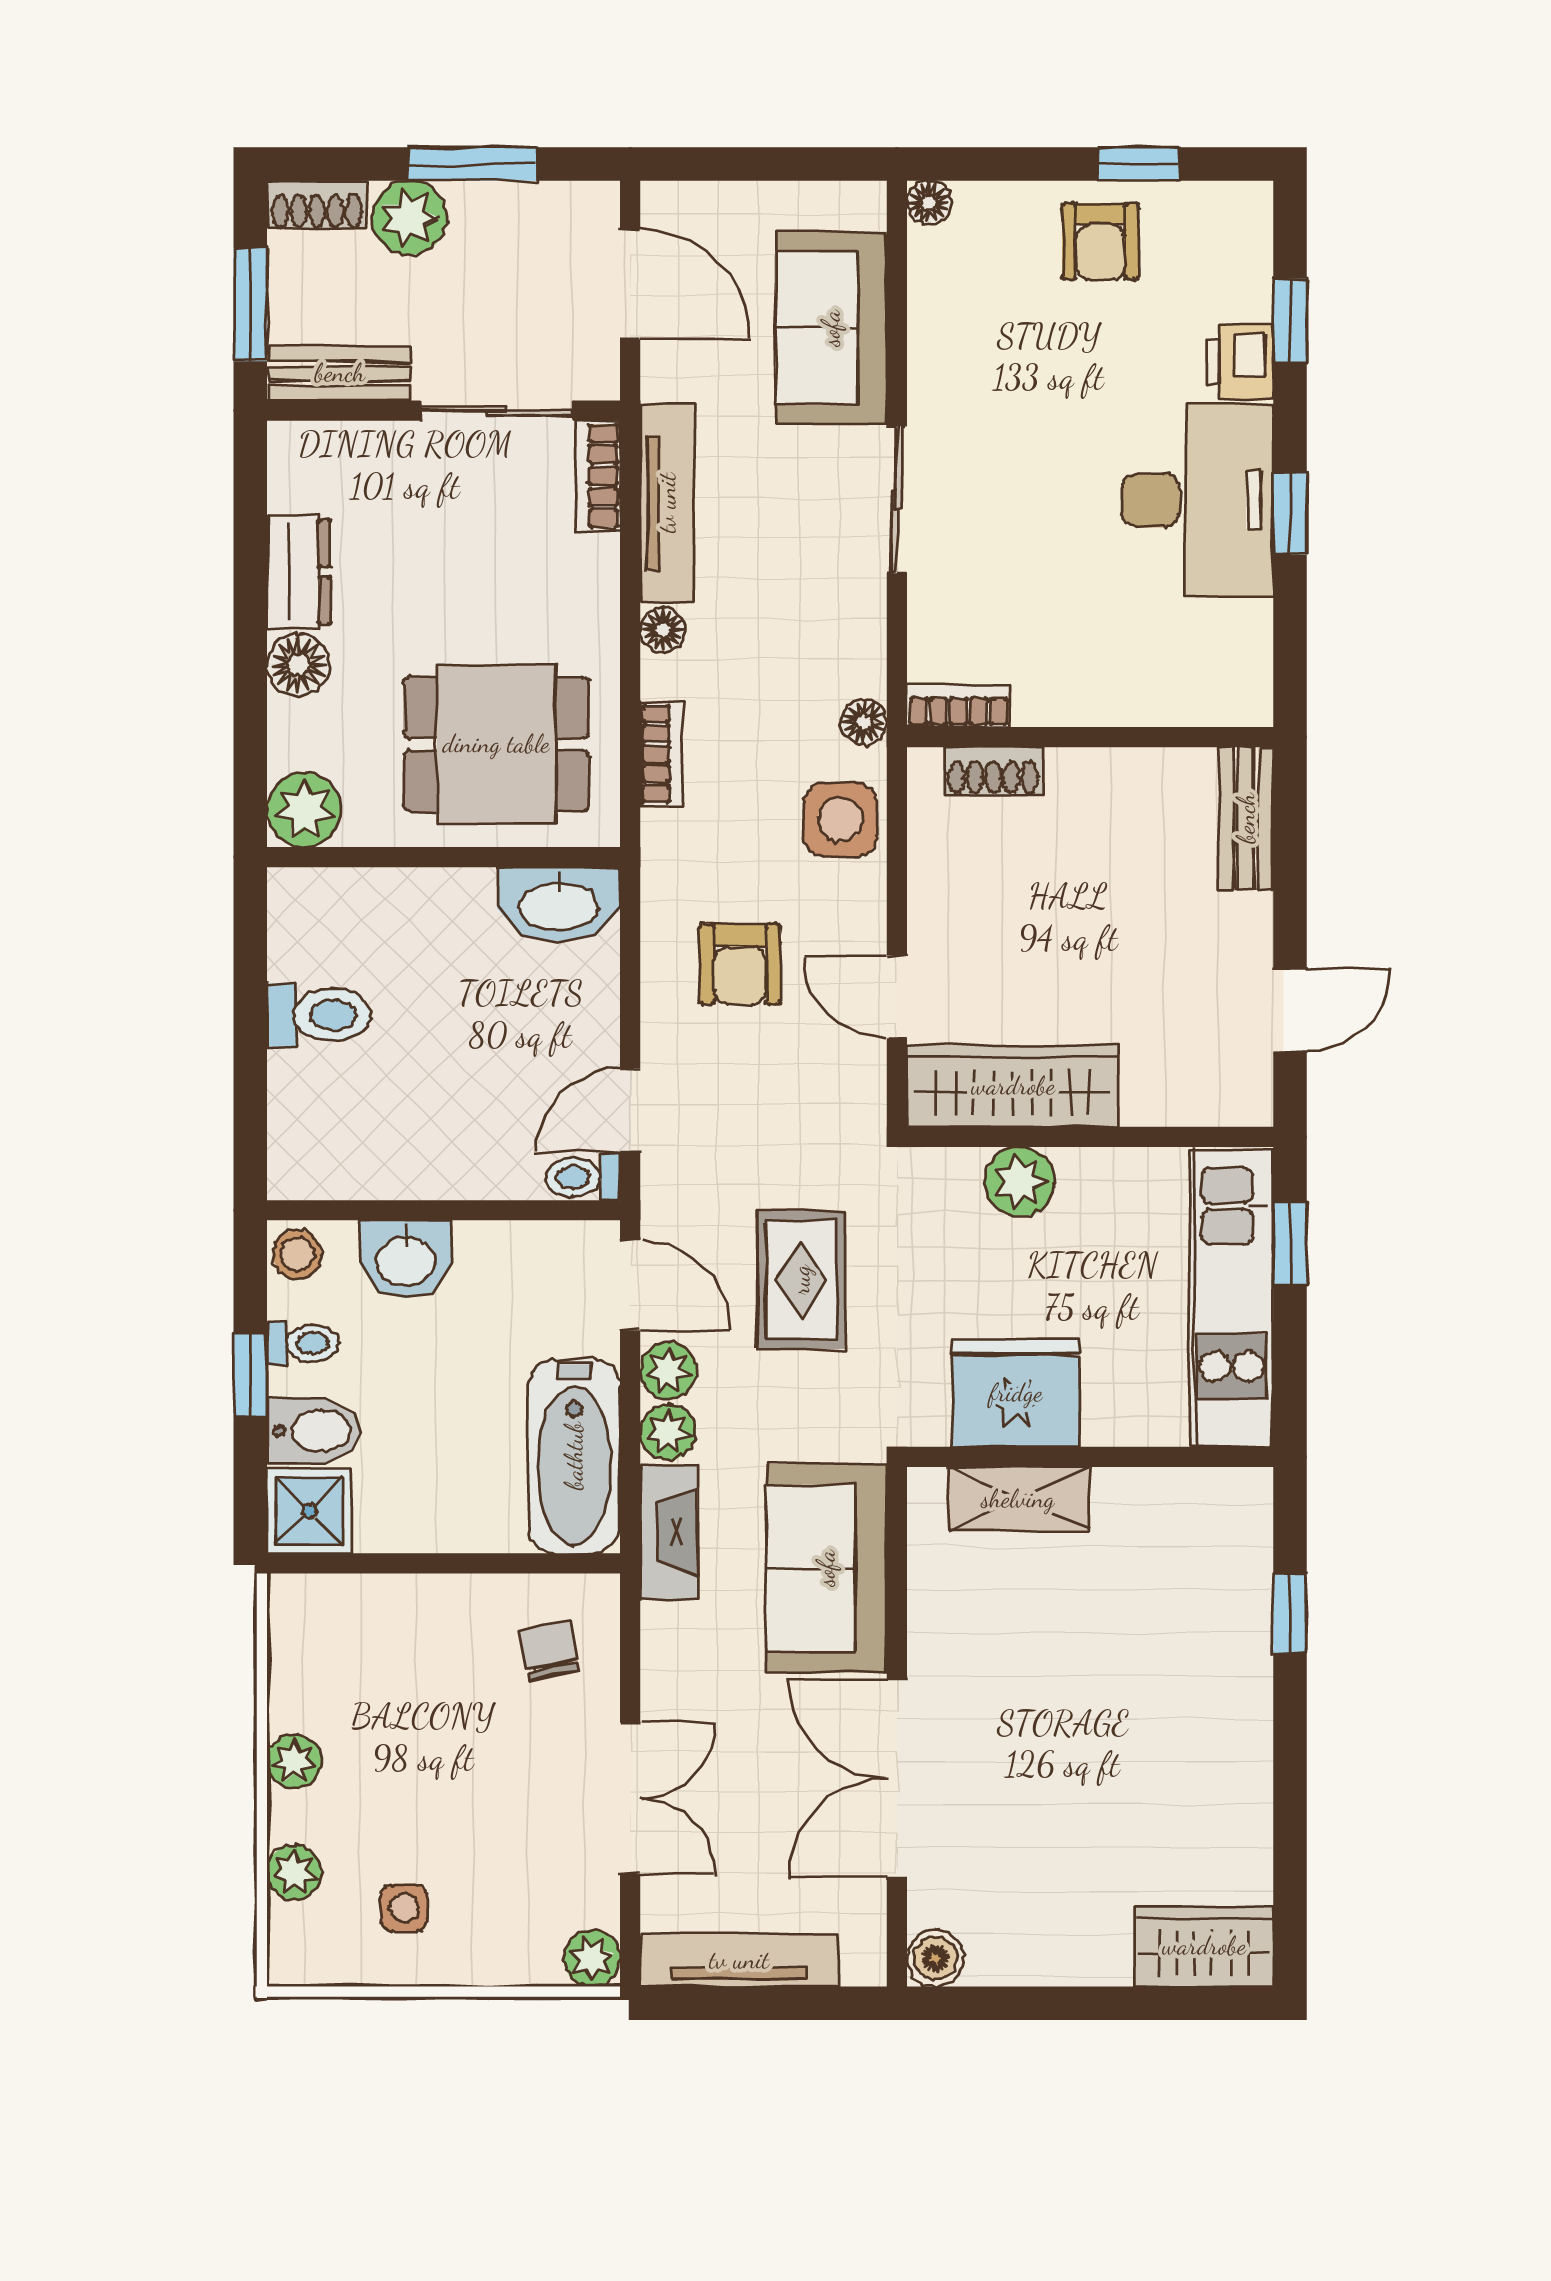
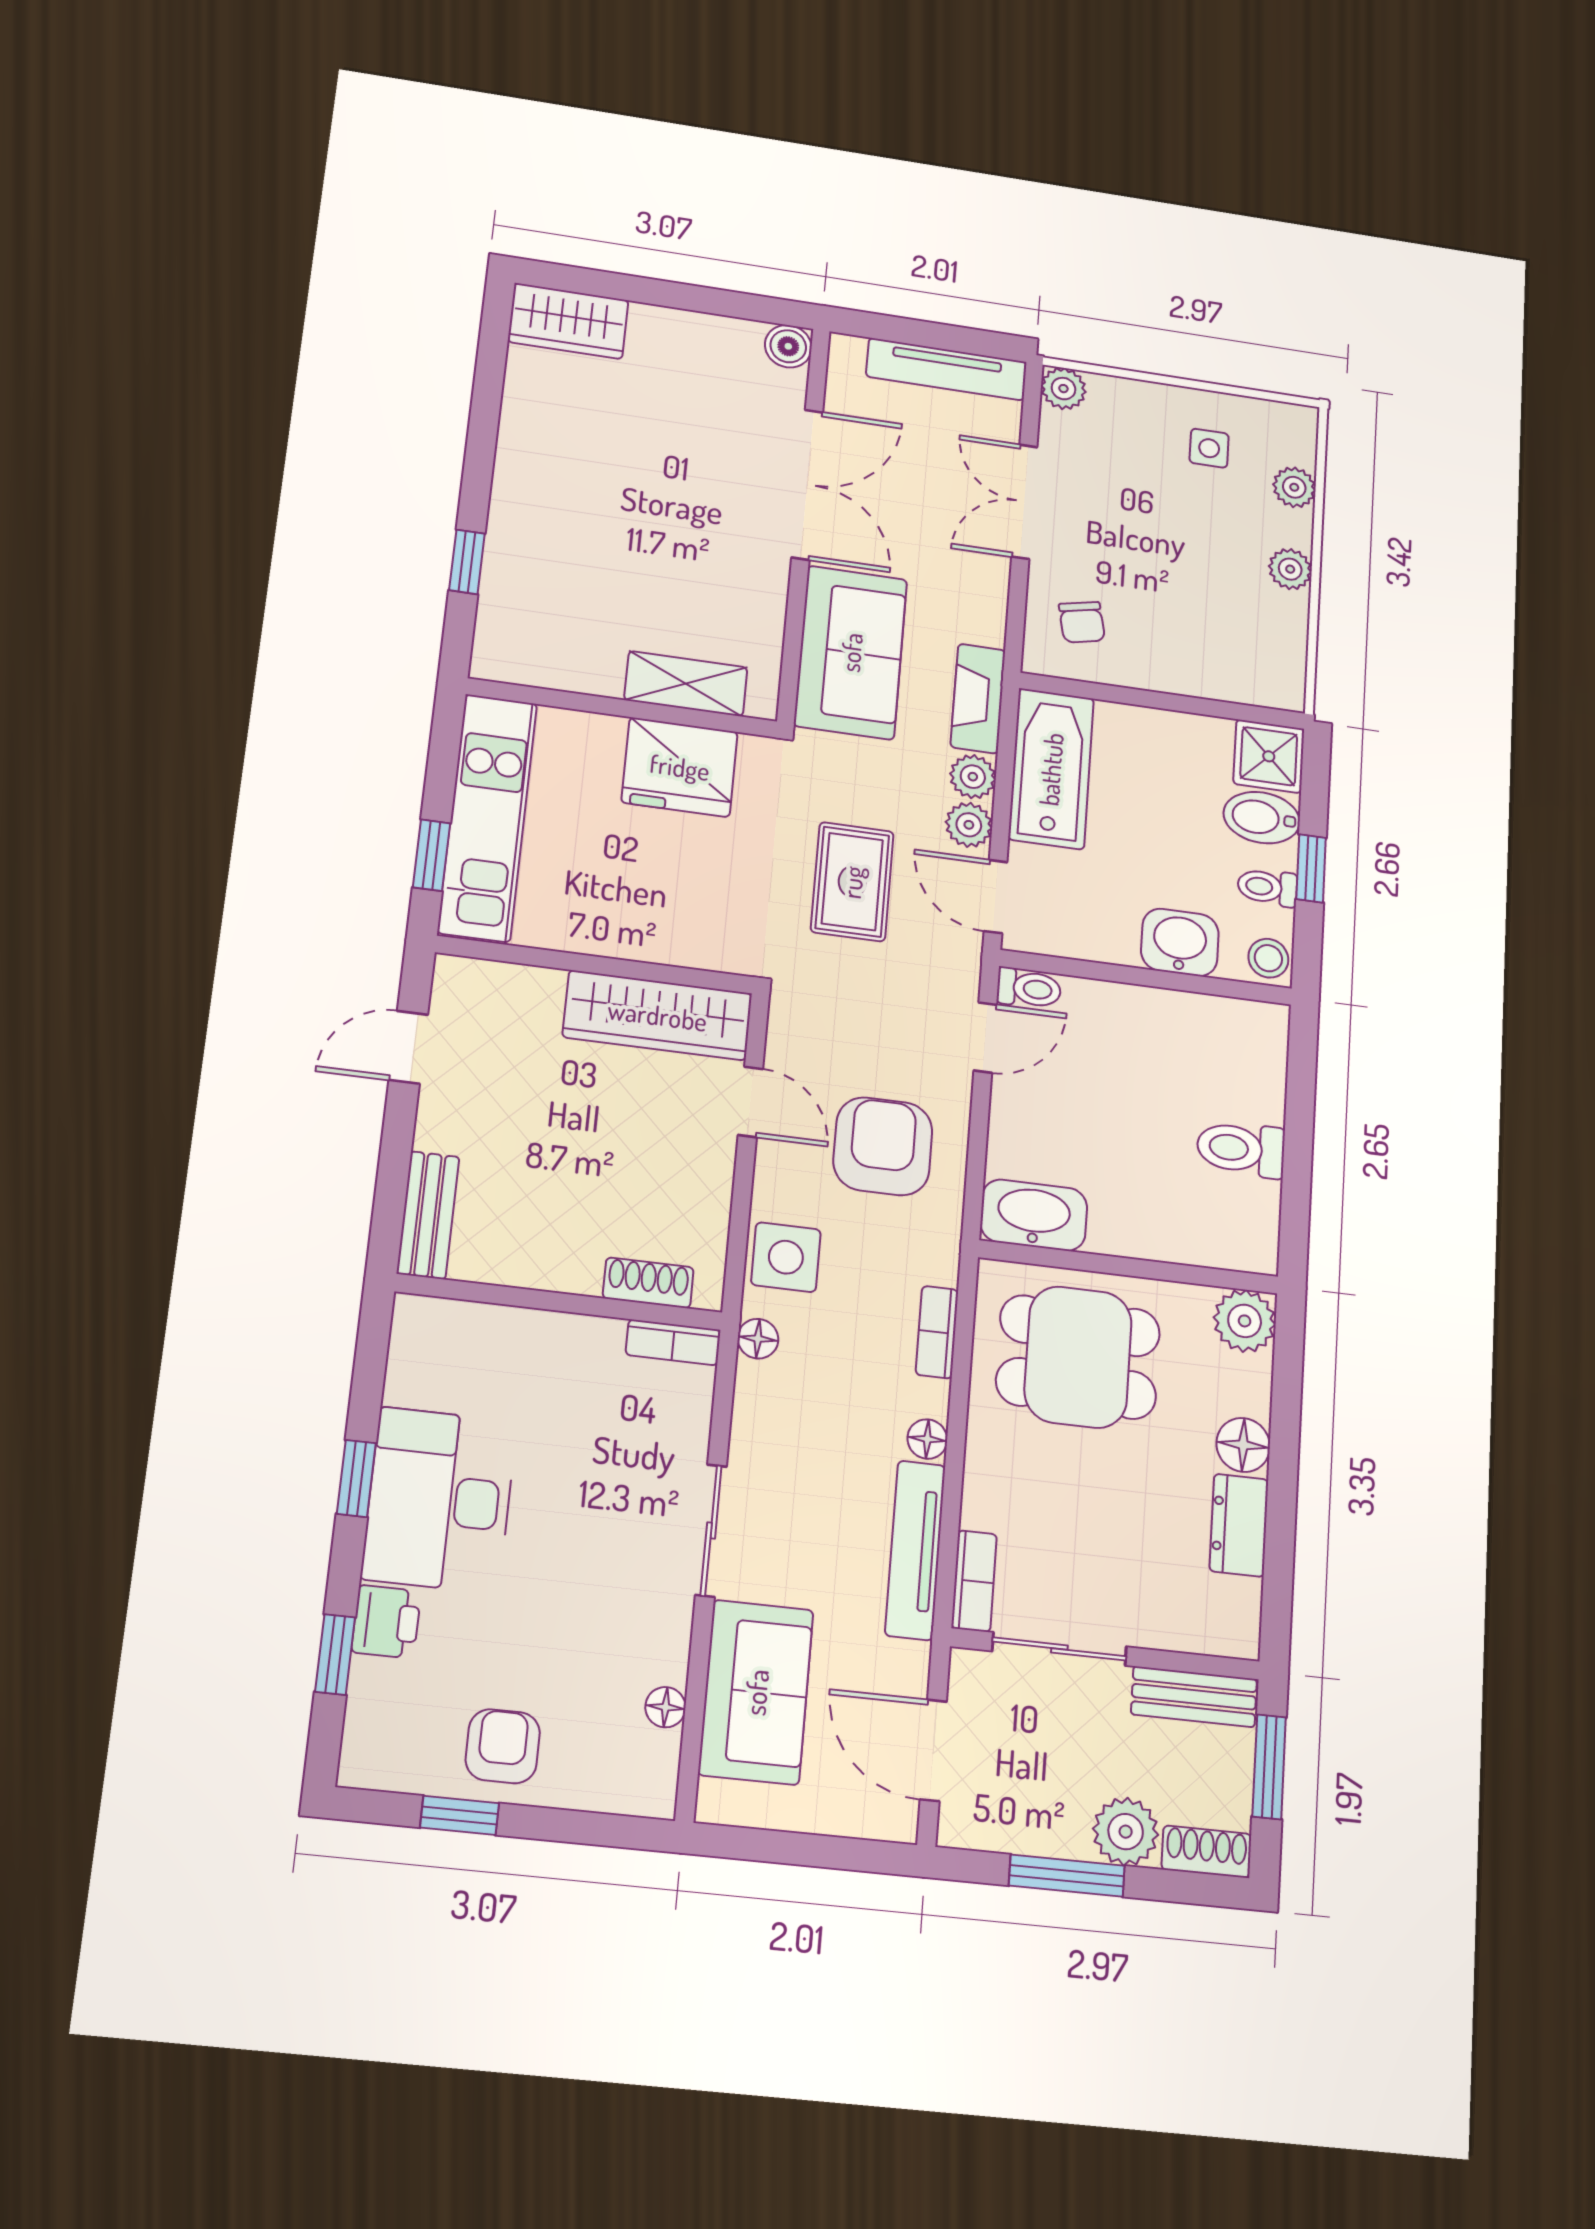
floor lamp: (929, 203) -> (665, 1707), moved
armchair: (740, 964) -> (883, 1146), width x1.38, depth x1.38
plant: (1020, 1182) -> (659, 936), removed

